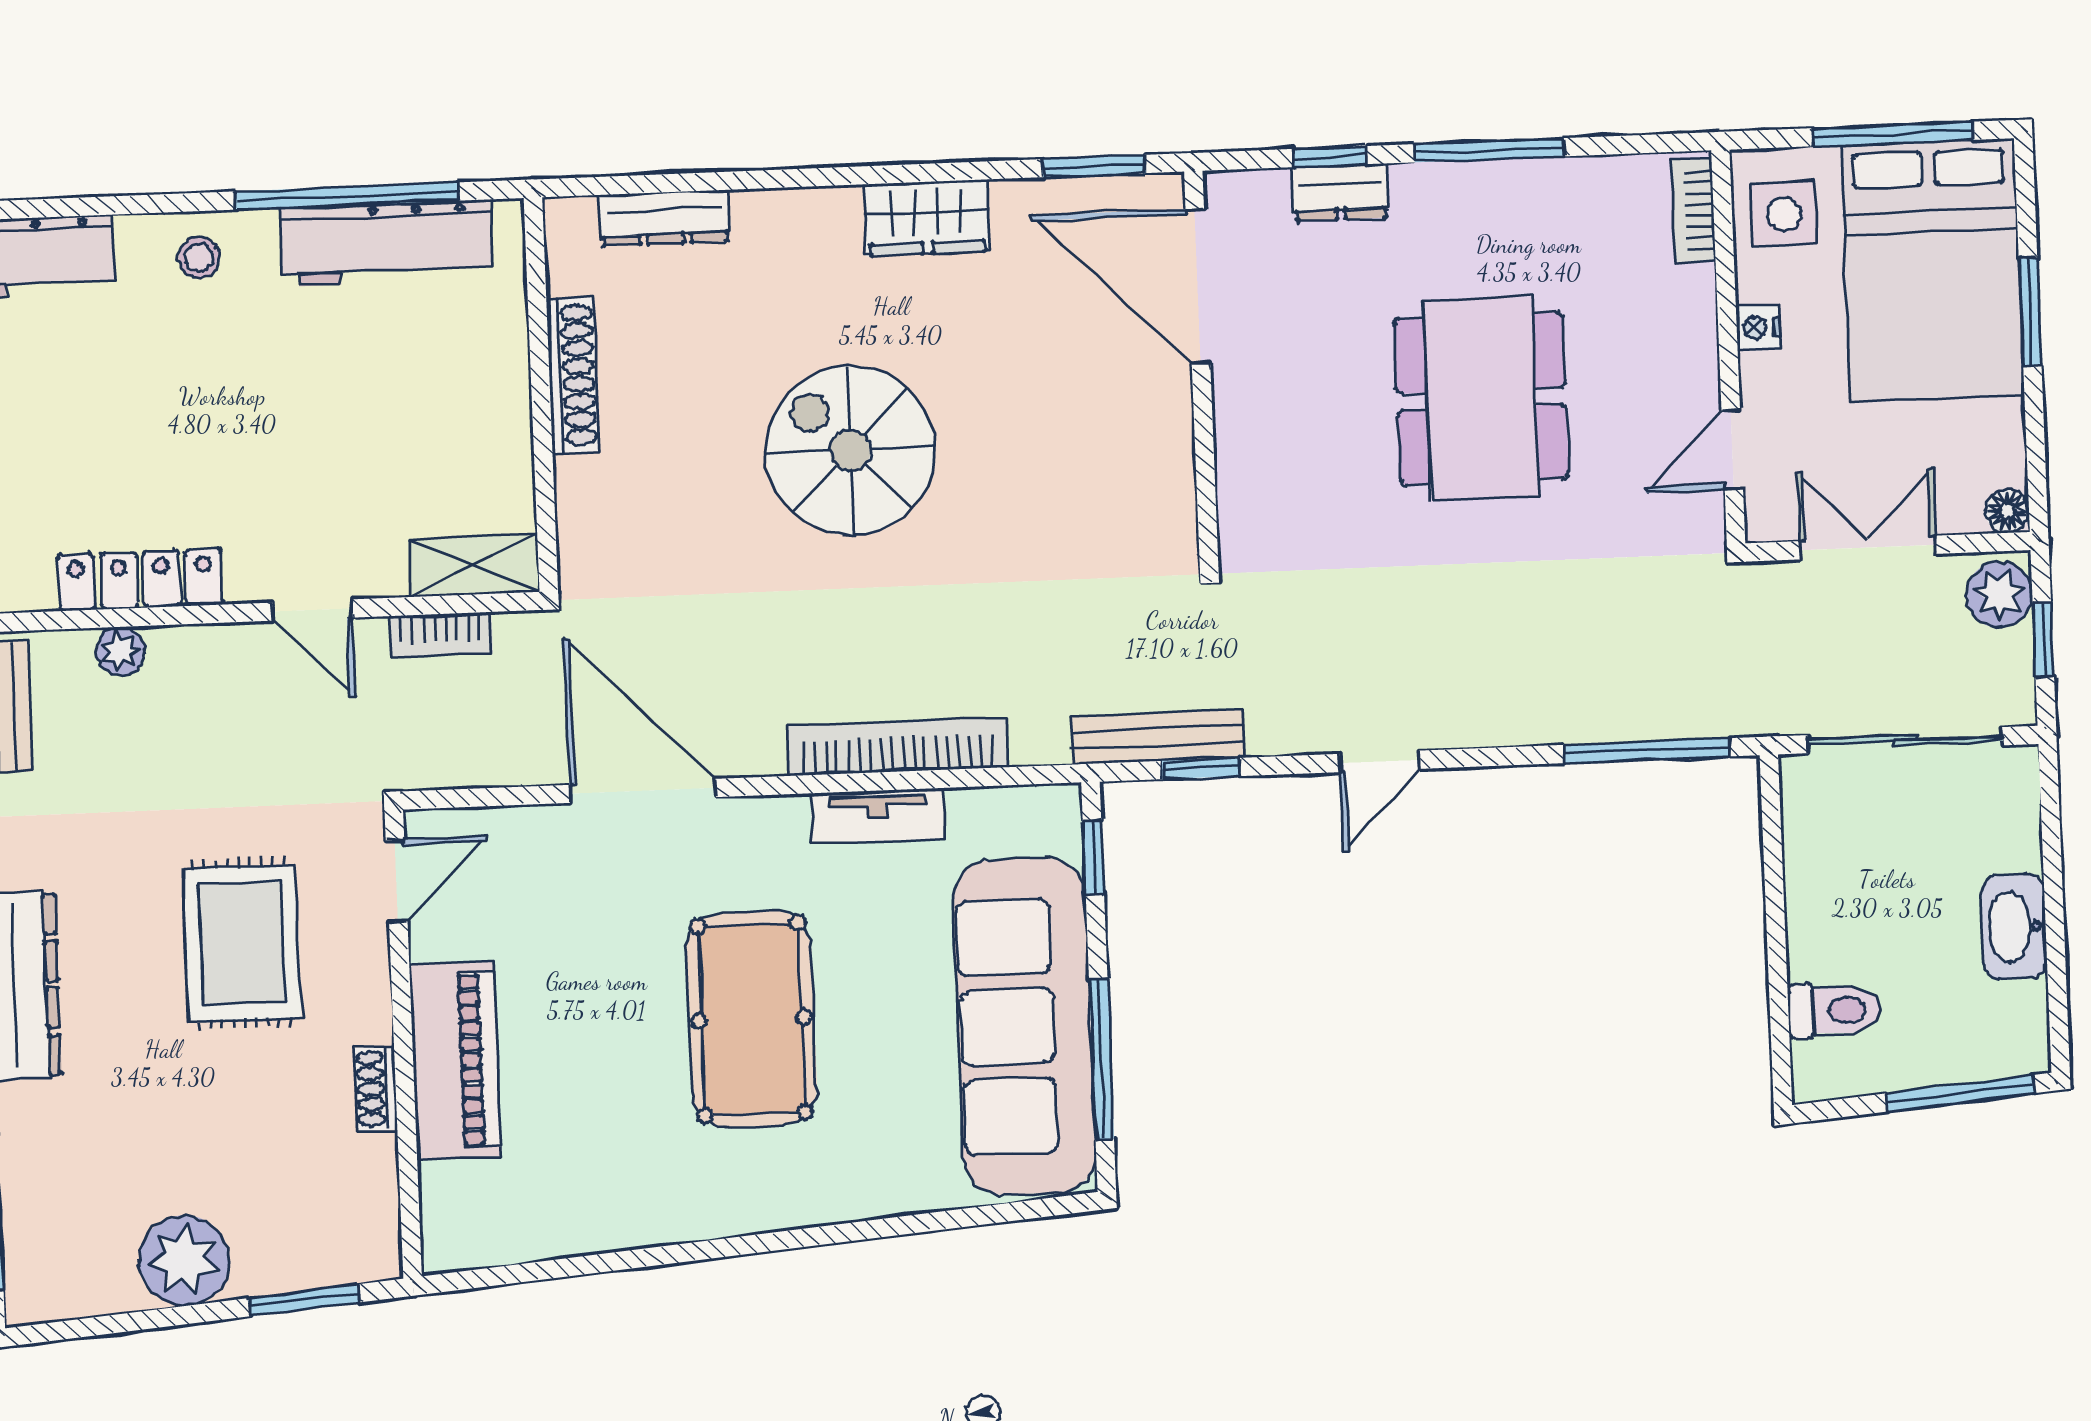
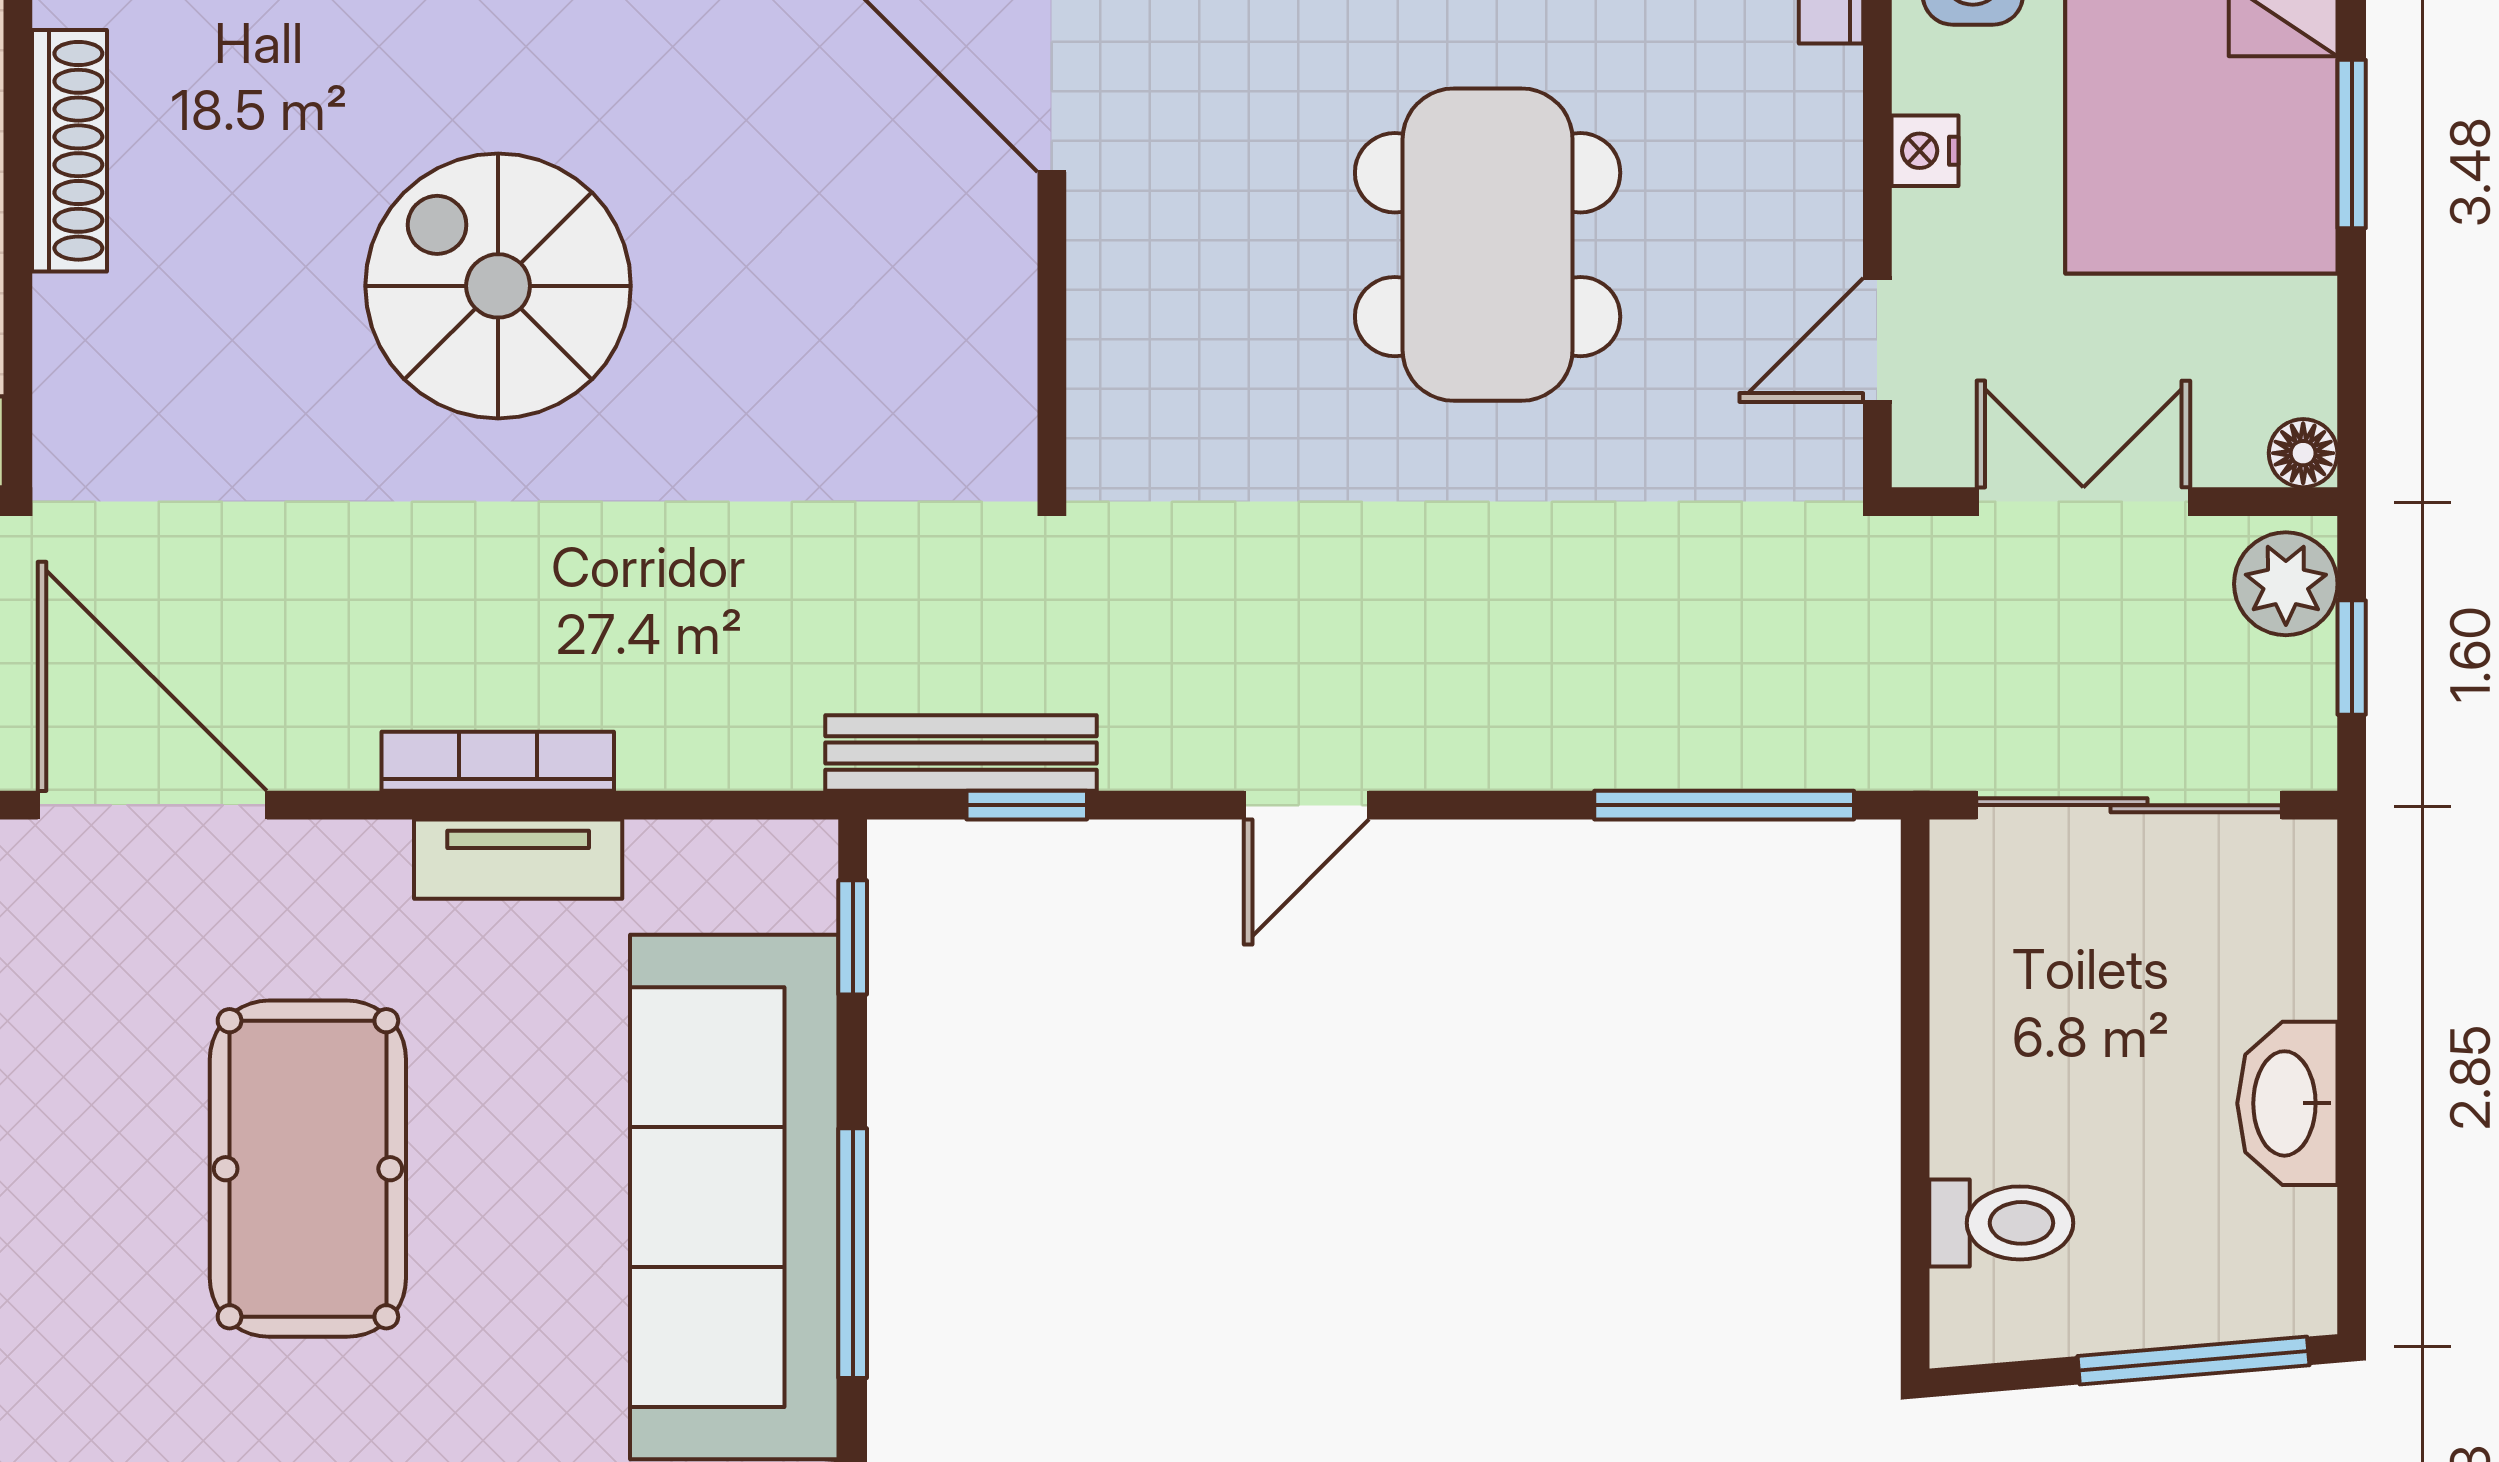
bookcase: (898, 747) -> (498, 761), width x0.68, depth x0.76

